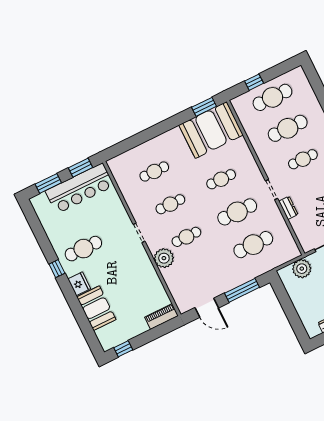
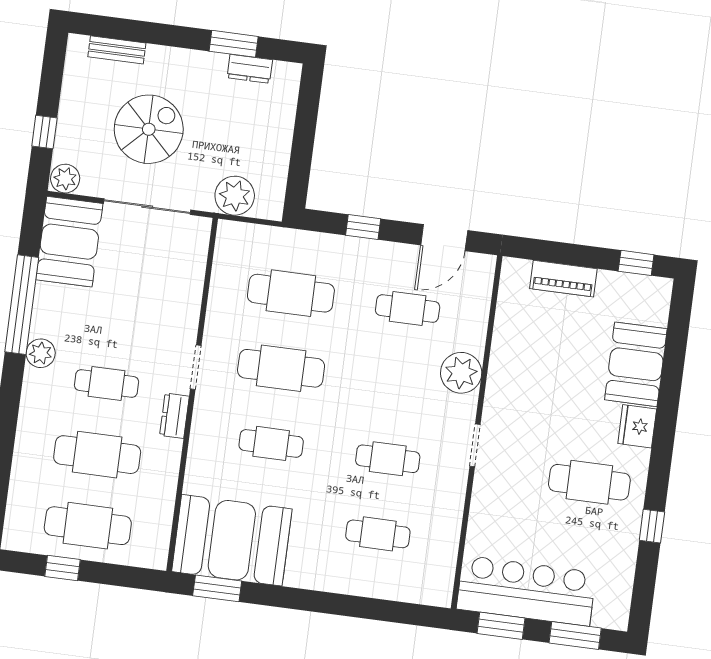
window: (254, 82) -> (62, 568), moved
dresser: (288, 208) -> (174, 416), moved
cafe table: (186, 237) -> (408, 309), moved
window: (57, 269) -> (652, 526), moved
window: (242, 290) -> (363, 227), width x0.46
door: (207, 308) -> (444, 238), swing flipped
piano: (162, 317) -> (563, 279), moved

